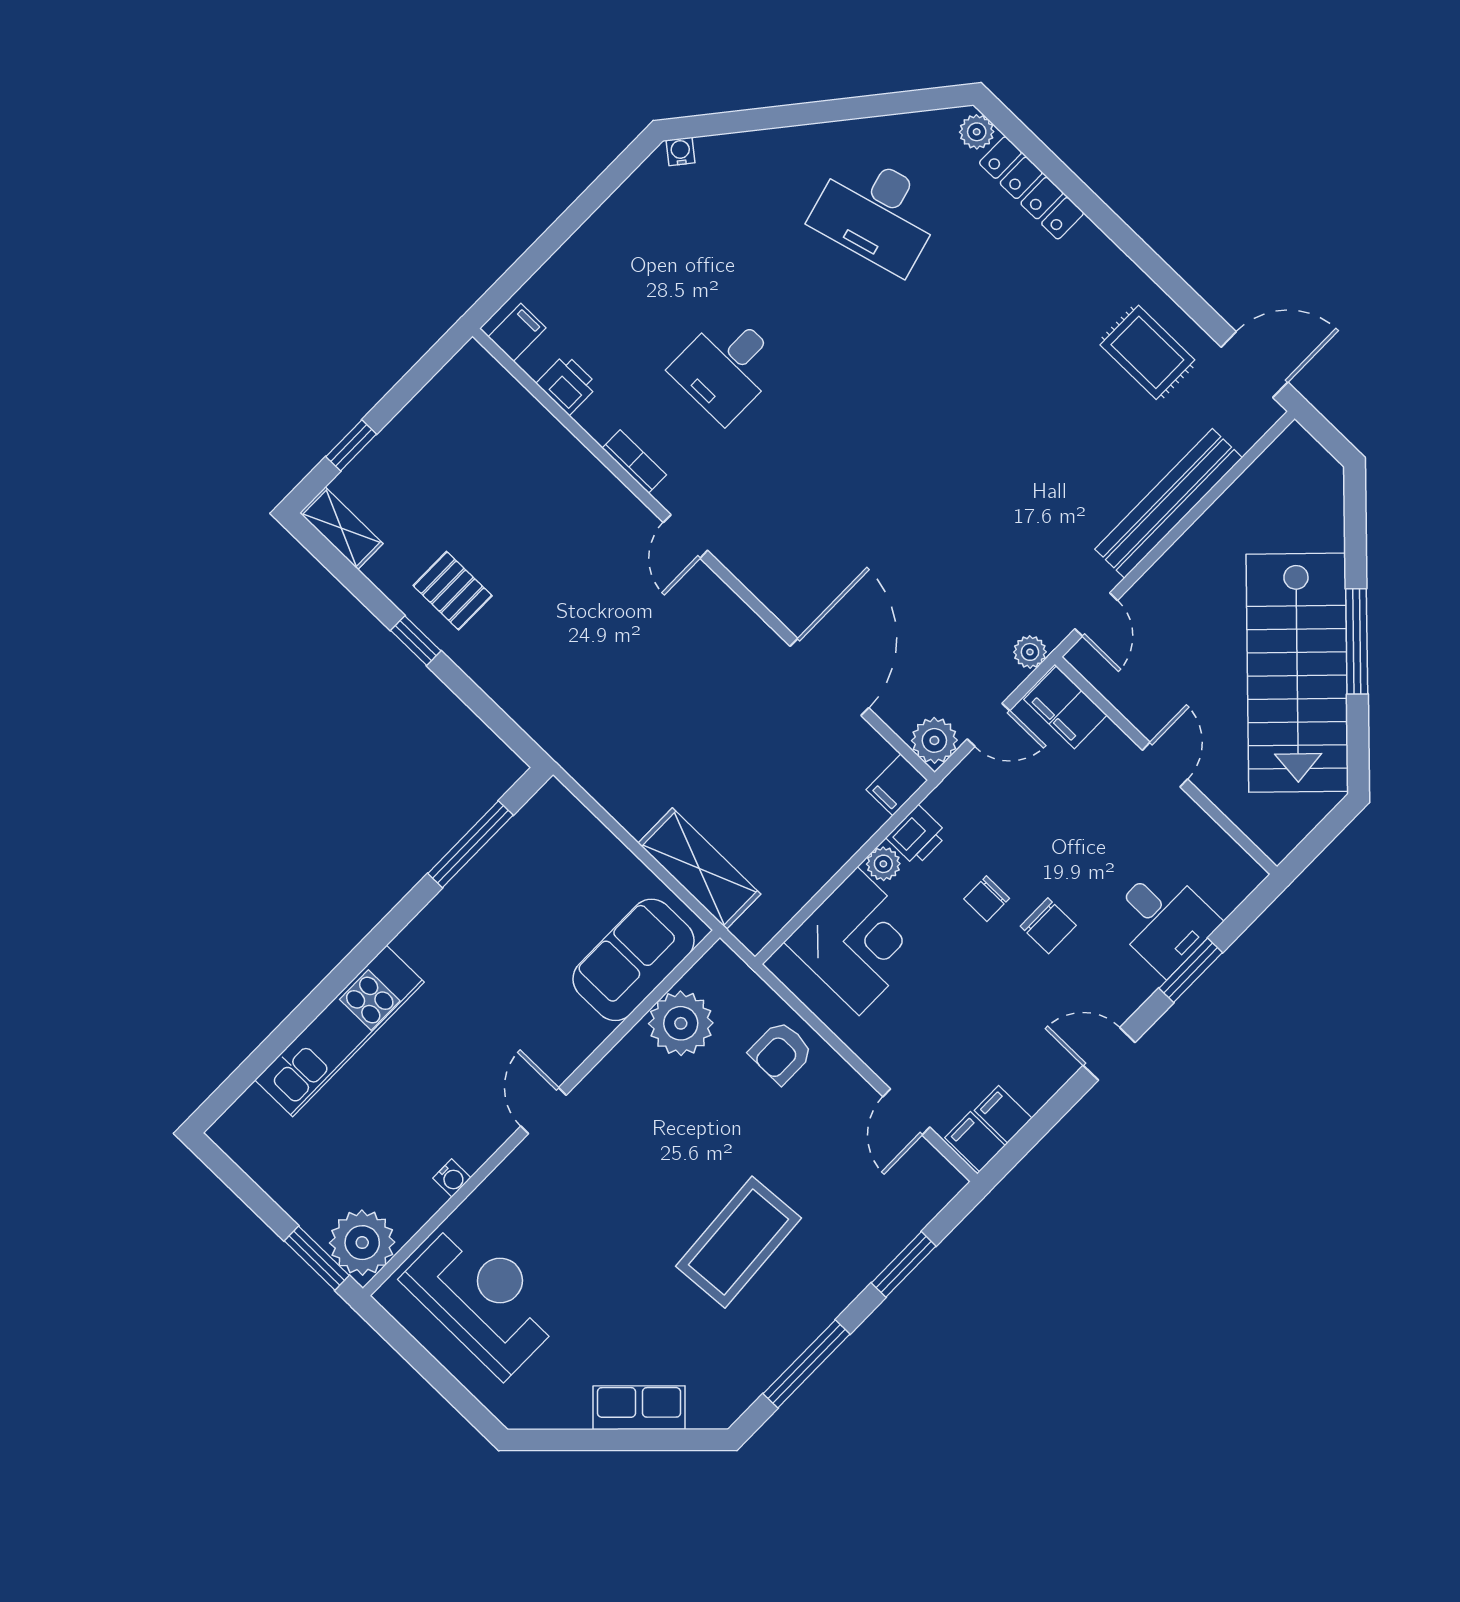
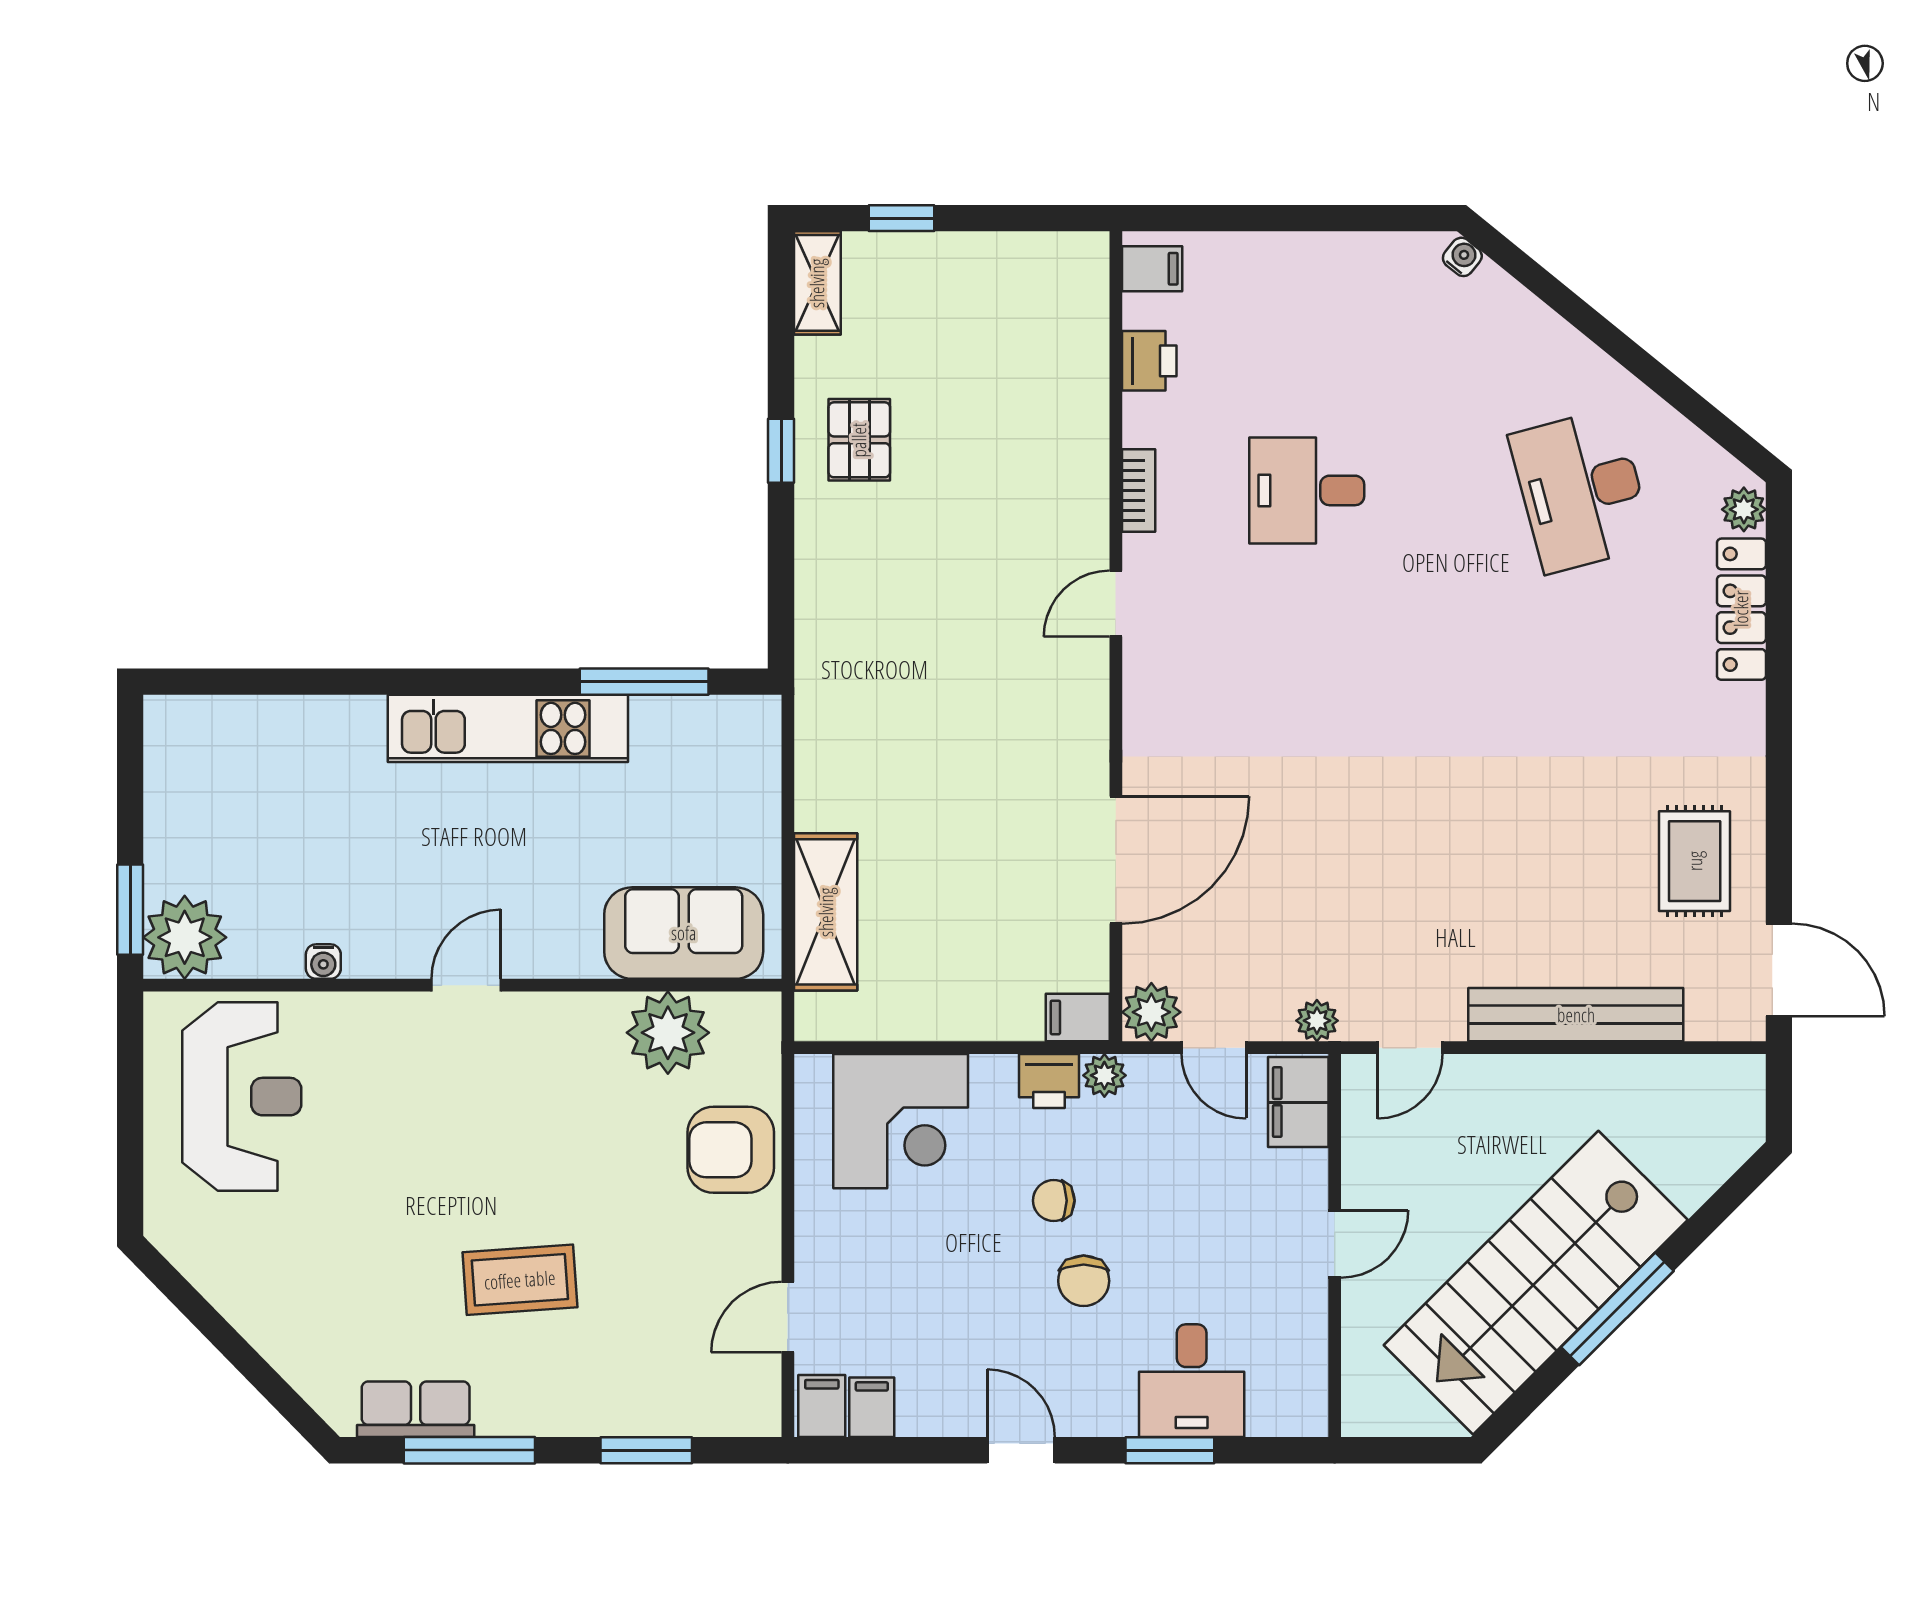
plant: (883, 864) -> (1104, 1075), moved
kitchen unit: (339, 1031) -> (508, 728), moved
armchair: (781, 1052) -> (731, 1150), width x1.38, depth x1.38
coffee table: (738, 1242) -> (520, 1280), width x0.73, depth x0.76
row of seats: (639, 1408) -> (416, 1409), moved, turned -46

